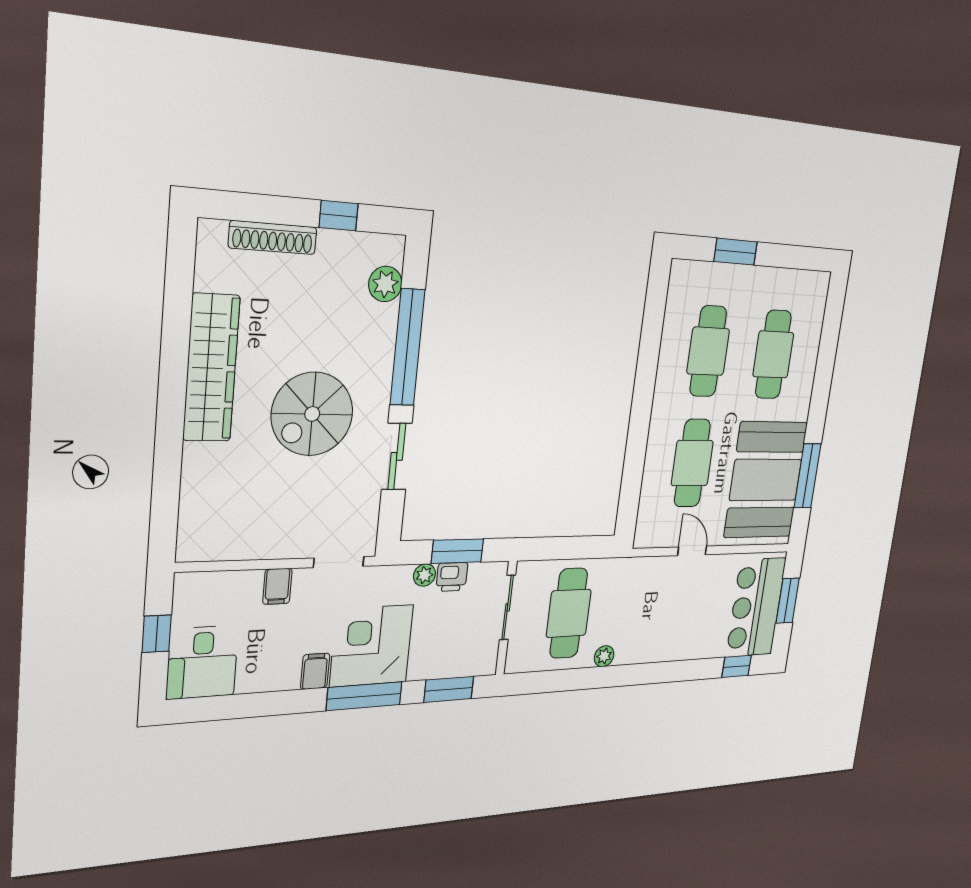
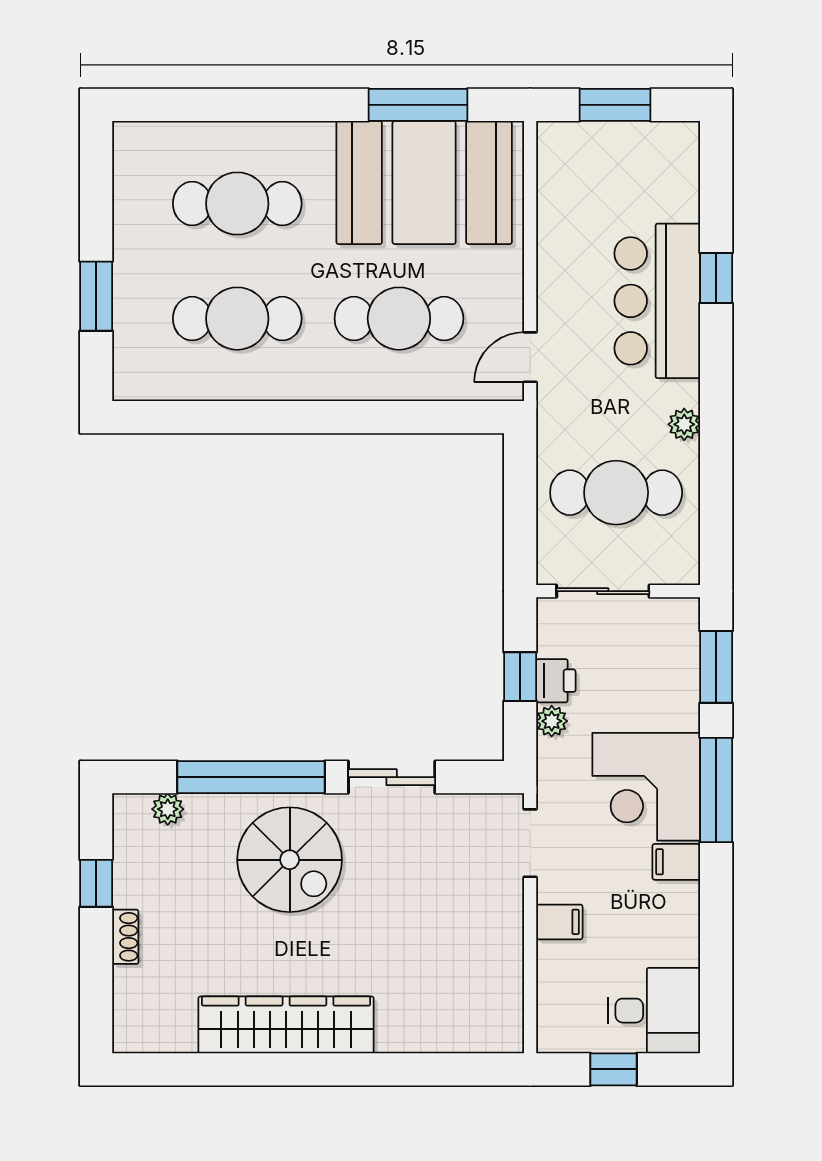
shoe rack: (273, 238) -> (125, 937), width x0.51, depth x0.81
plant: (385, 284) -> (168, 809), width x0.73, depth x0.73
spiral stairs: (312, 414) -> (290, 860), moved
window: (457, 551) -> (520, 677), width x0.67
door: (692, 551) -> (530, 357), moved
bar counter: (756, 607) -> (657, 301), moved, turned 90
window: (737, 666) -> (716, 278), moved

